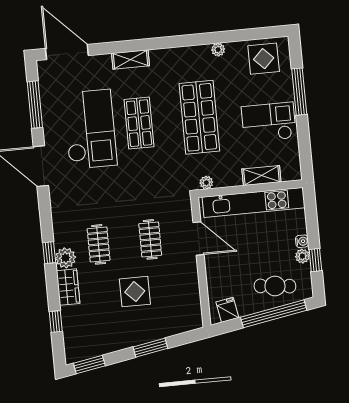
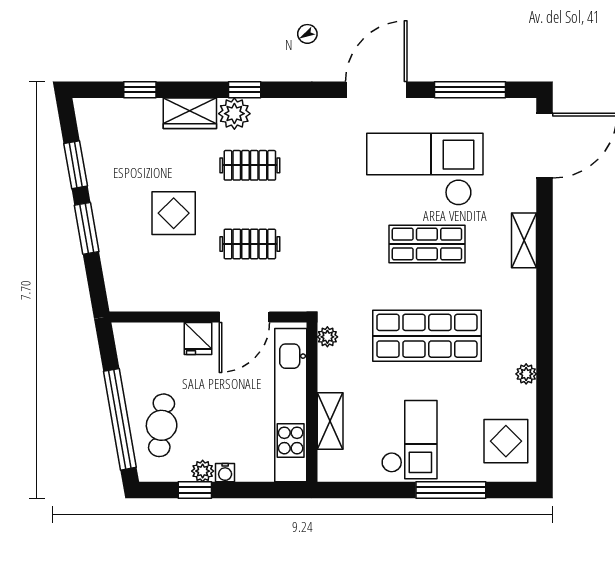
checkout: (90, 129) -> (425, 169), turned 180
fridge: (227, 310) -> (198, 338), moved, turned 100
window: (89, 364) -> (76, 165), moved

